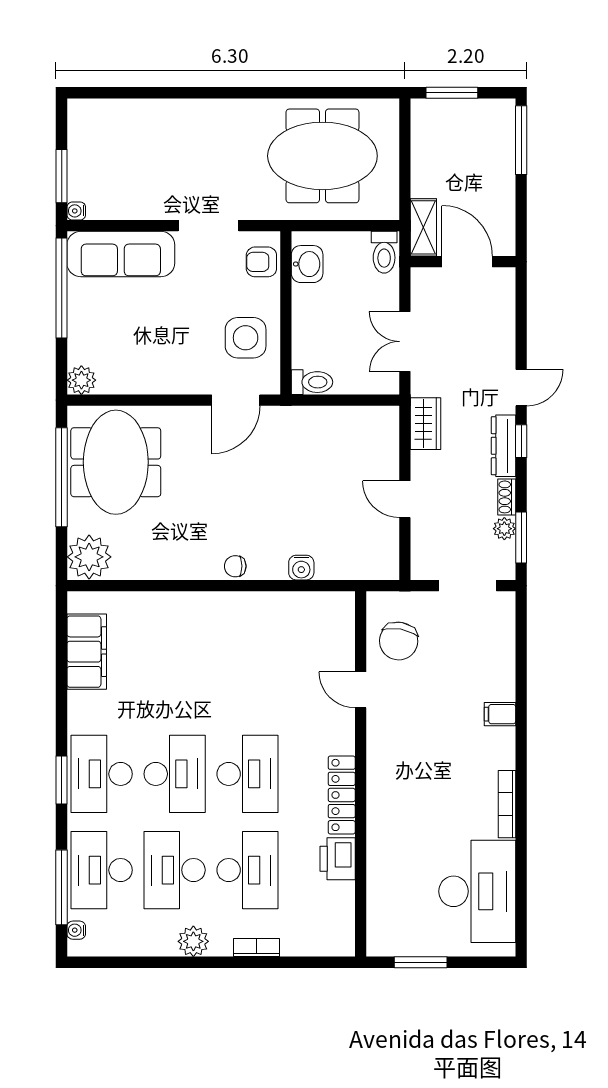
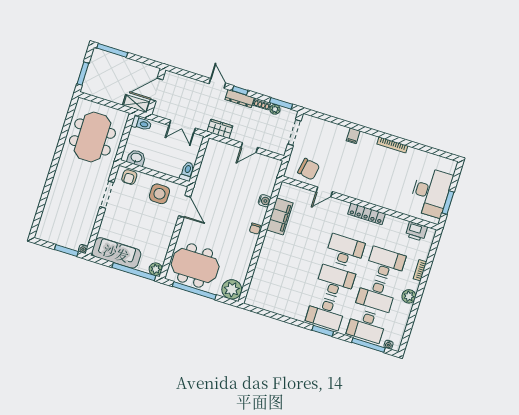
sofa: (121, 254) -> (116, 253), moved, turned -90
window: (62, 288) -> (134, 272), moved
filing cabinet: (87, 652) -> (280, 216), moved, turned 90
printer: (338, 859) -> (416, 231), moved
desk: (477, 891) -> (431, 192), moved, turned 90

